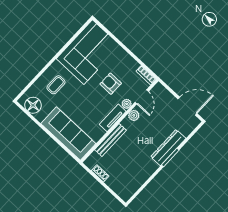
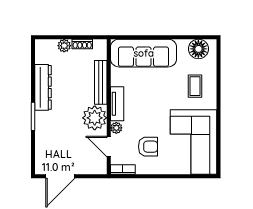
armchair: (111, 84) -> (148, 147), moved
plant: (134, 115) -> (95, 118), width x1.88, depth x1.88
dresser: (168, 148) -> (43, 87), moved
plant: (112, 182) -> (64, 46), added

